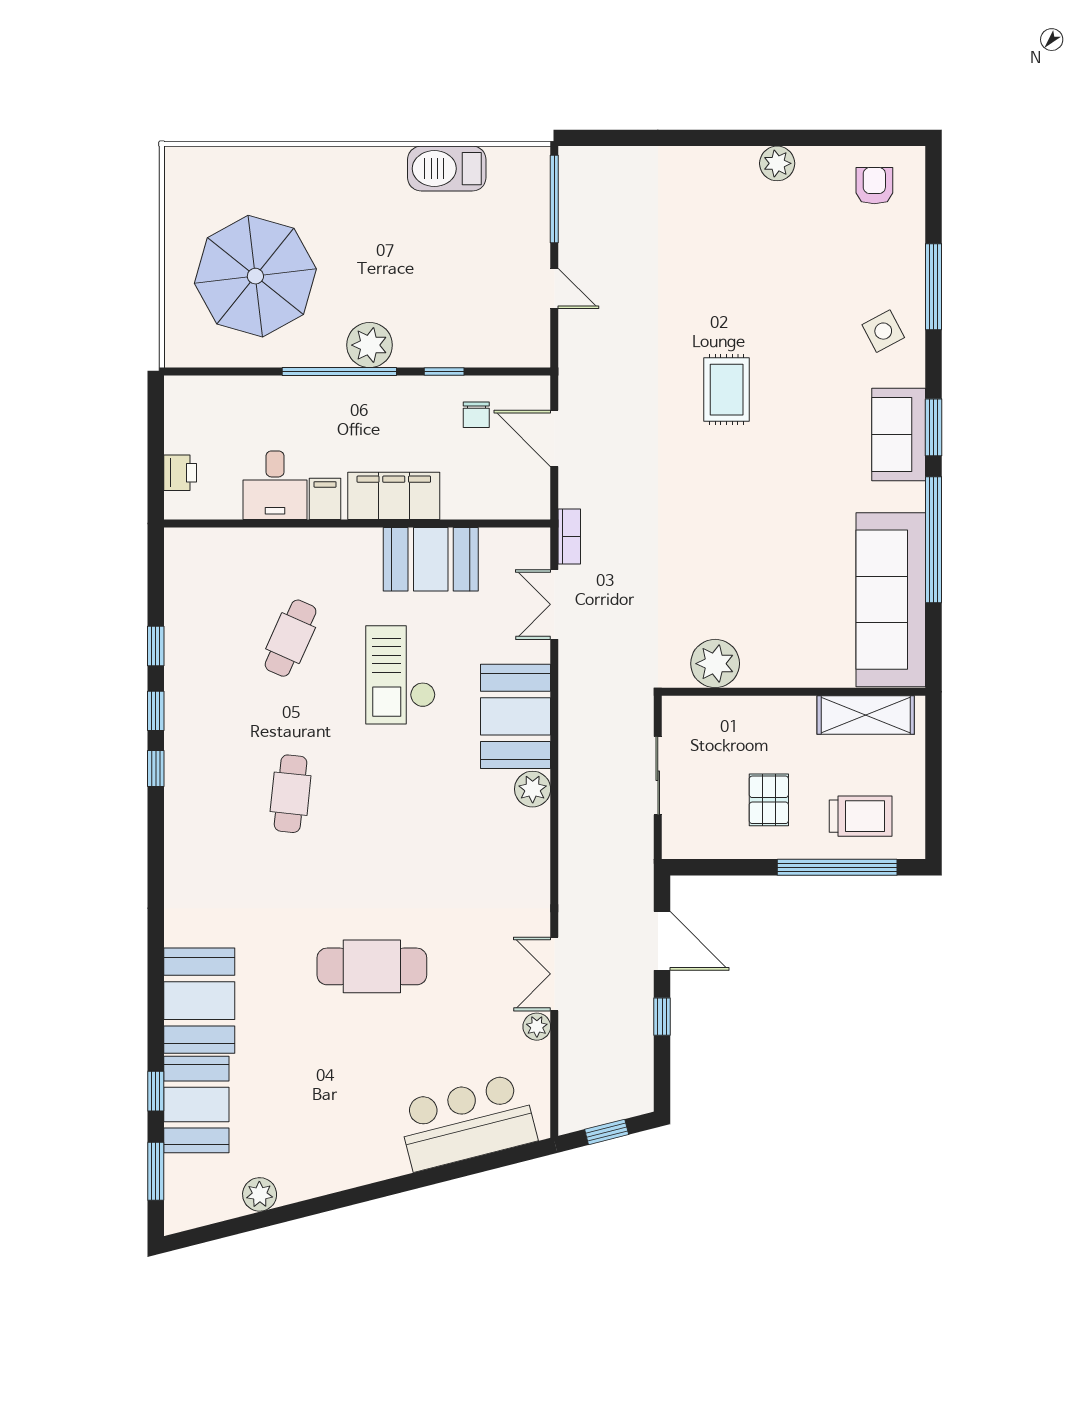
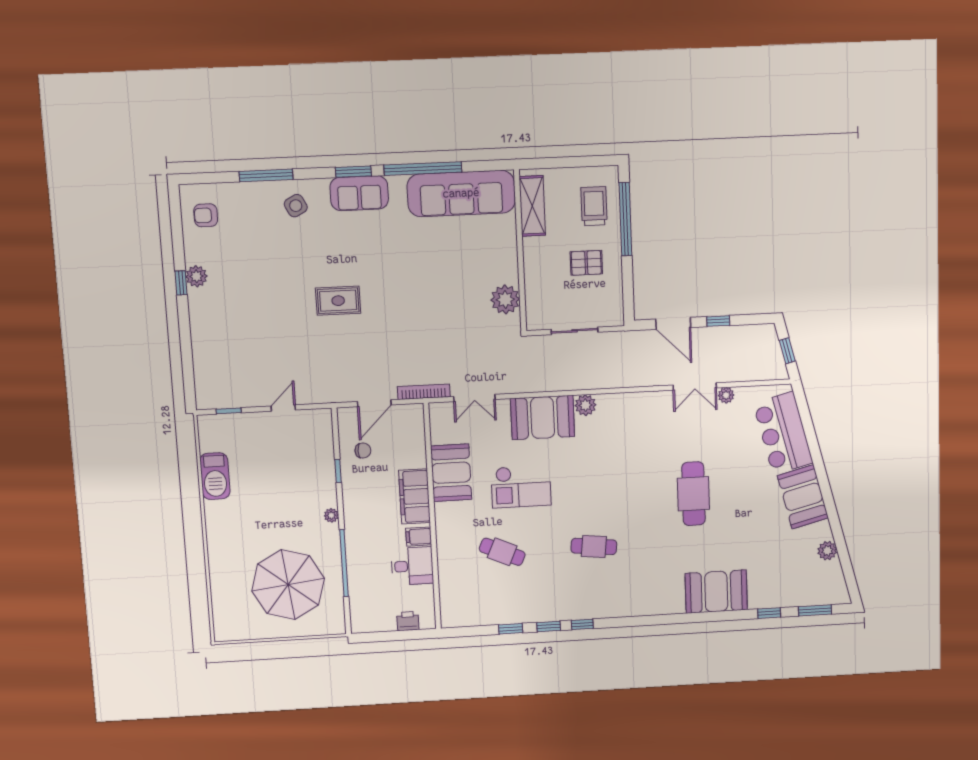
window: (768, 138) -> (181, 283), added
window: (554, 199) -> (229, 411), width x0.46
plant: (370, 345) -> (331, 515), width x0.53, depth x0.53
window: (339, 372) -> (344, 563), moved
bookcase: (569, 537) -> (424, 392), width x1.56
door: (662, 941) -> (673, 323), swing flipped
booth: (196, 1104) -> (803, 497), moved, turned 76

